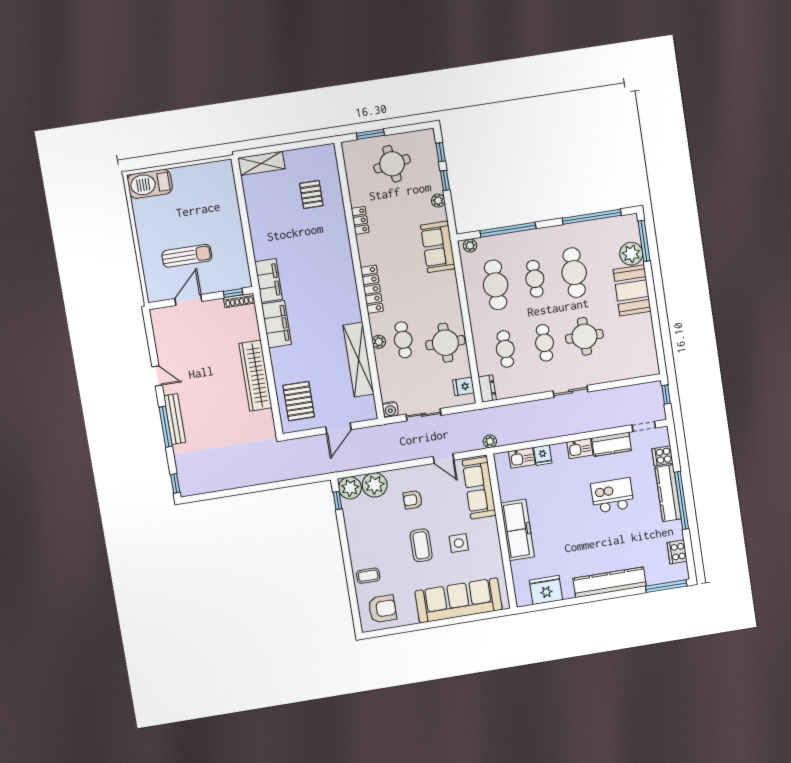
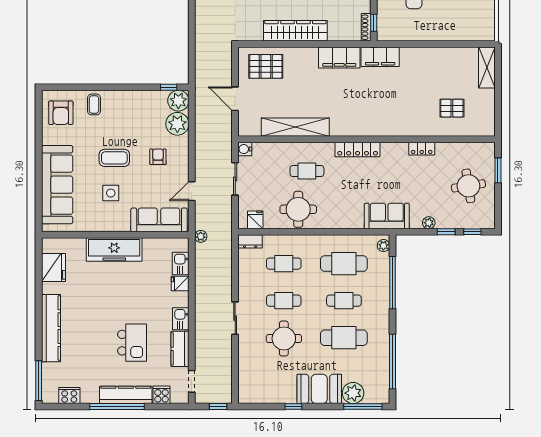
window: (655, 315) -> (293, 407), added
plant: (379, 342) -> (309, 148), removed

